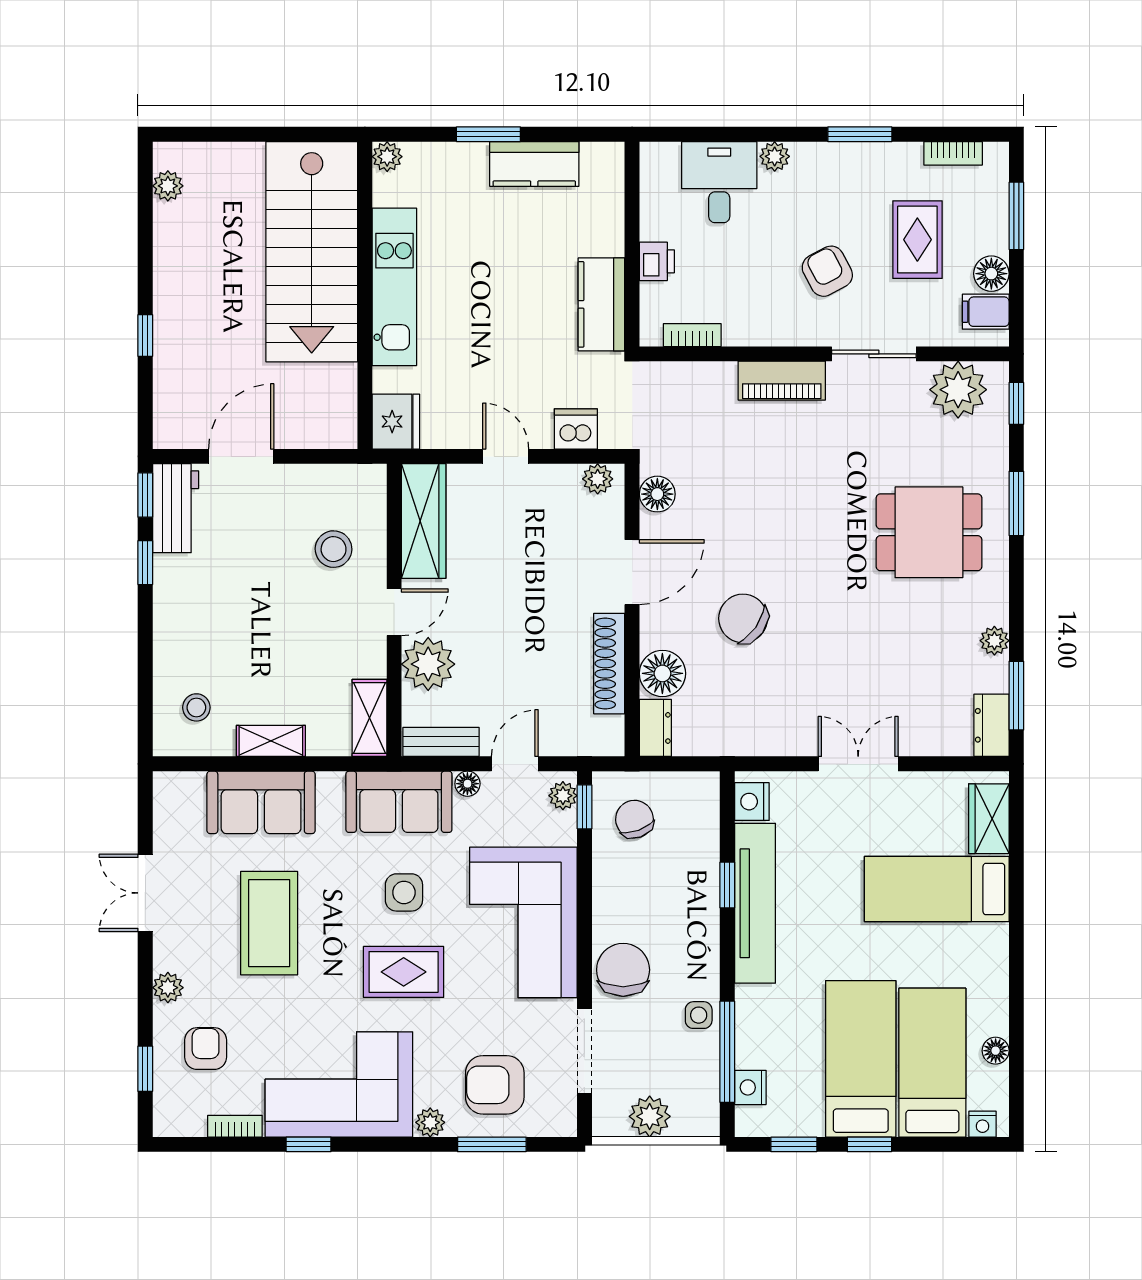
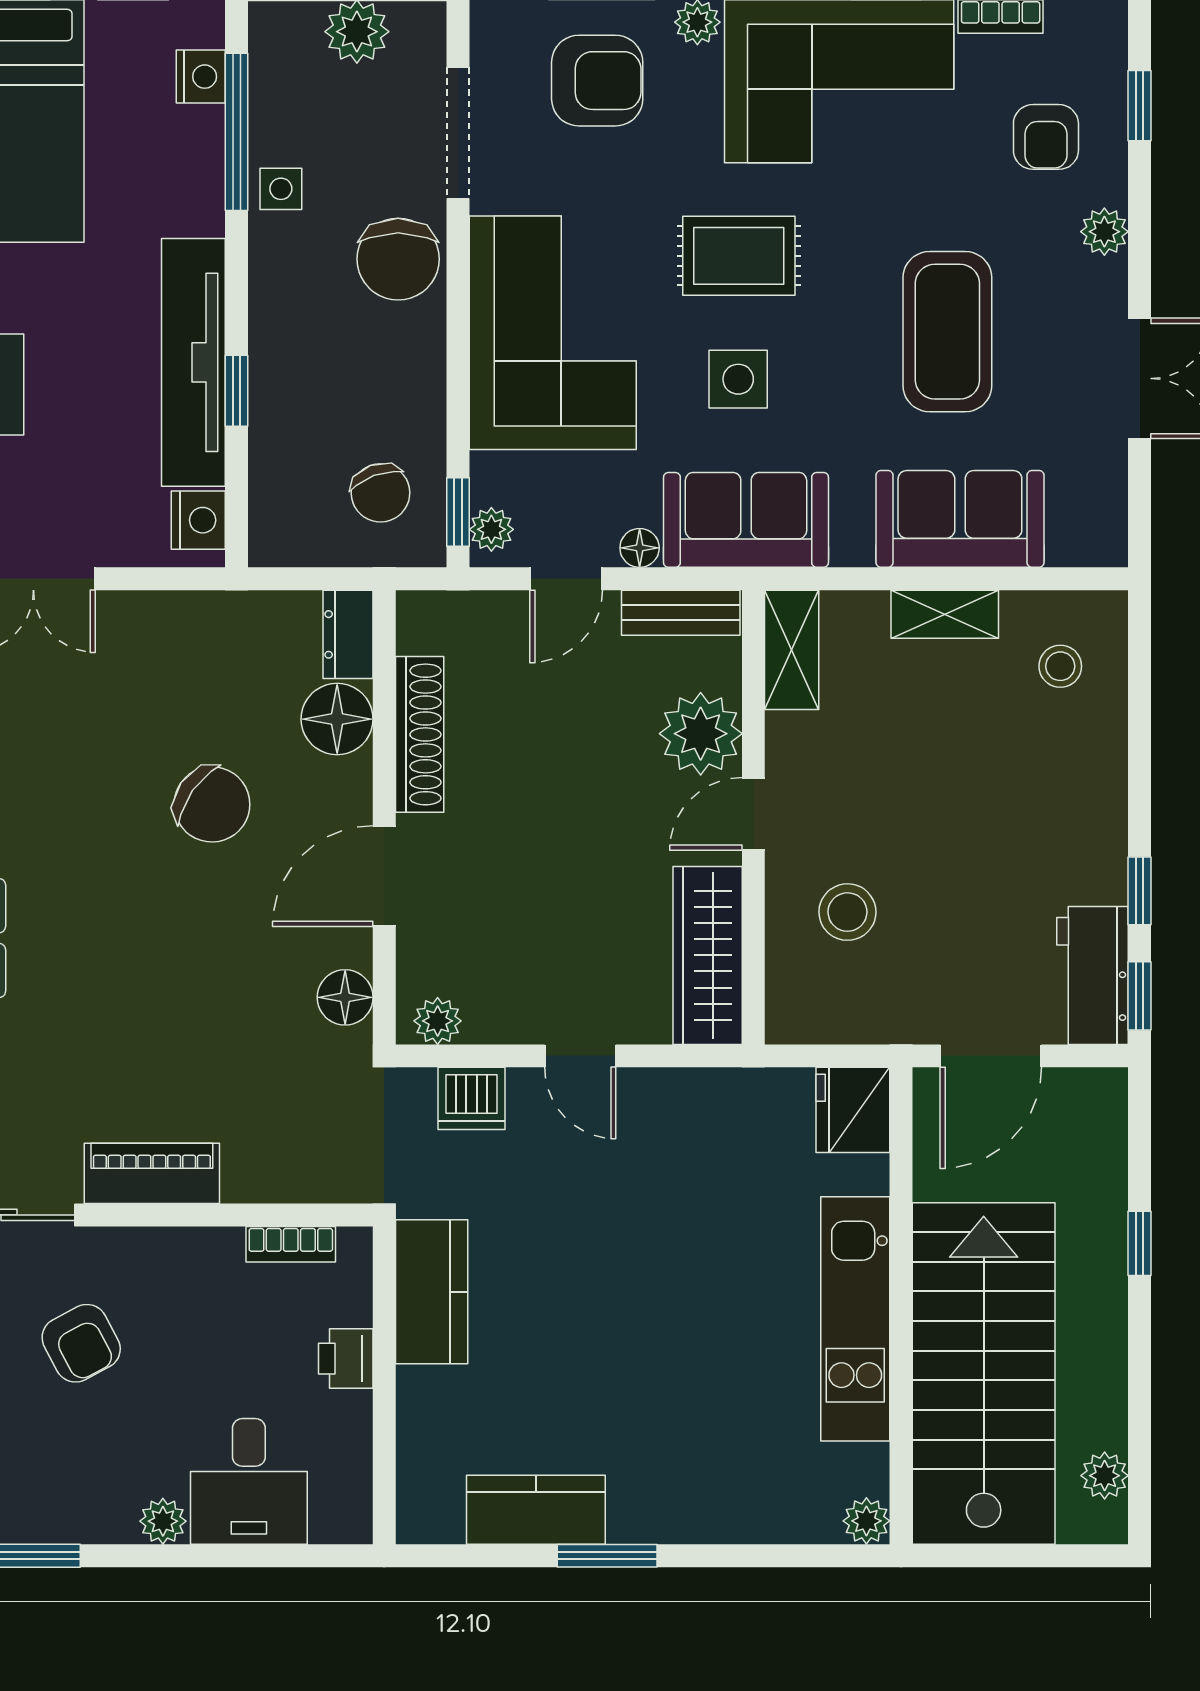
plant: (387, 157) -> (866, 1521), moved
stairs: (312, 252) -> (984, 1373), moved
kitchen unit: (394, 287) -> (855, 1319), moved
wall: (365, 295) -> (901, 1306), moved
fridge: (396, 422) -> (853, 1110), moved

